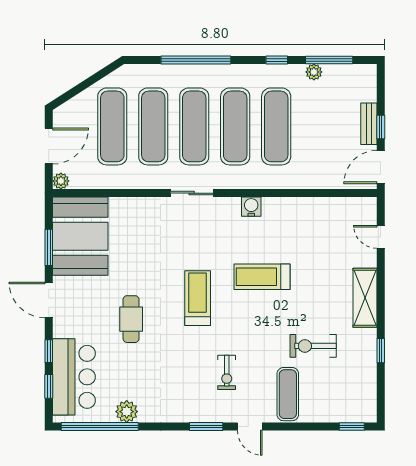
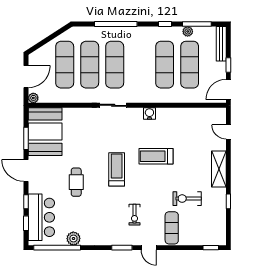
bench: (369, 124) -> (221, 44), moved, width x1.36
exercise mat: (235, 126) -> (190, 65), moved

